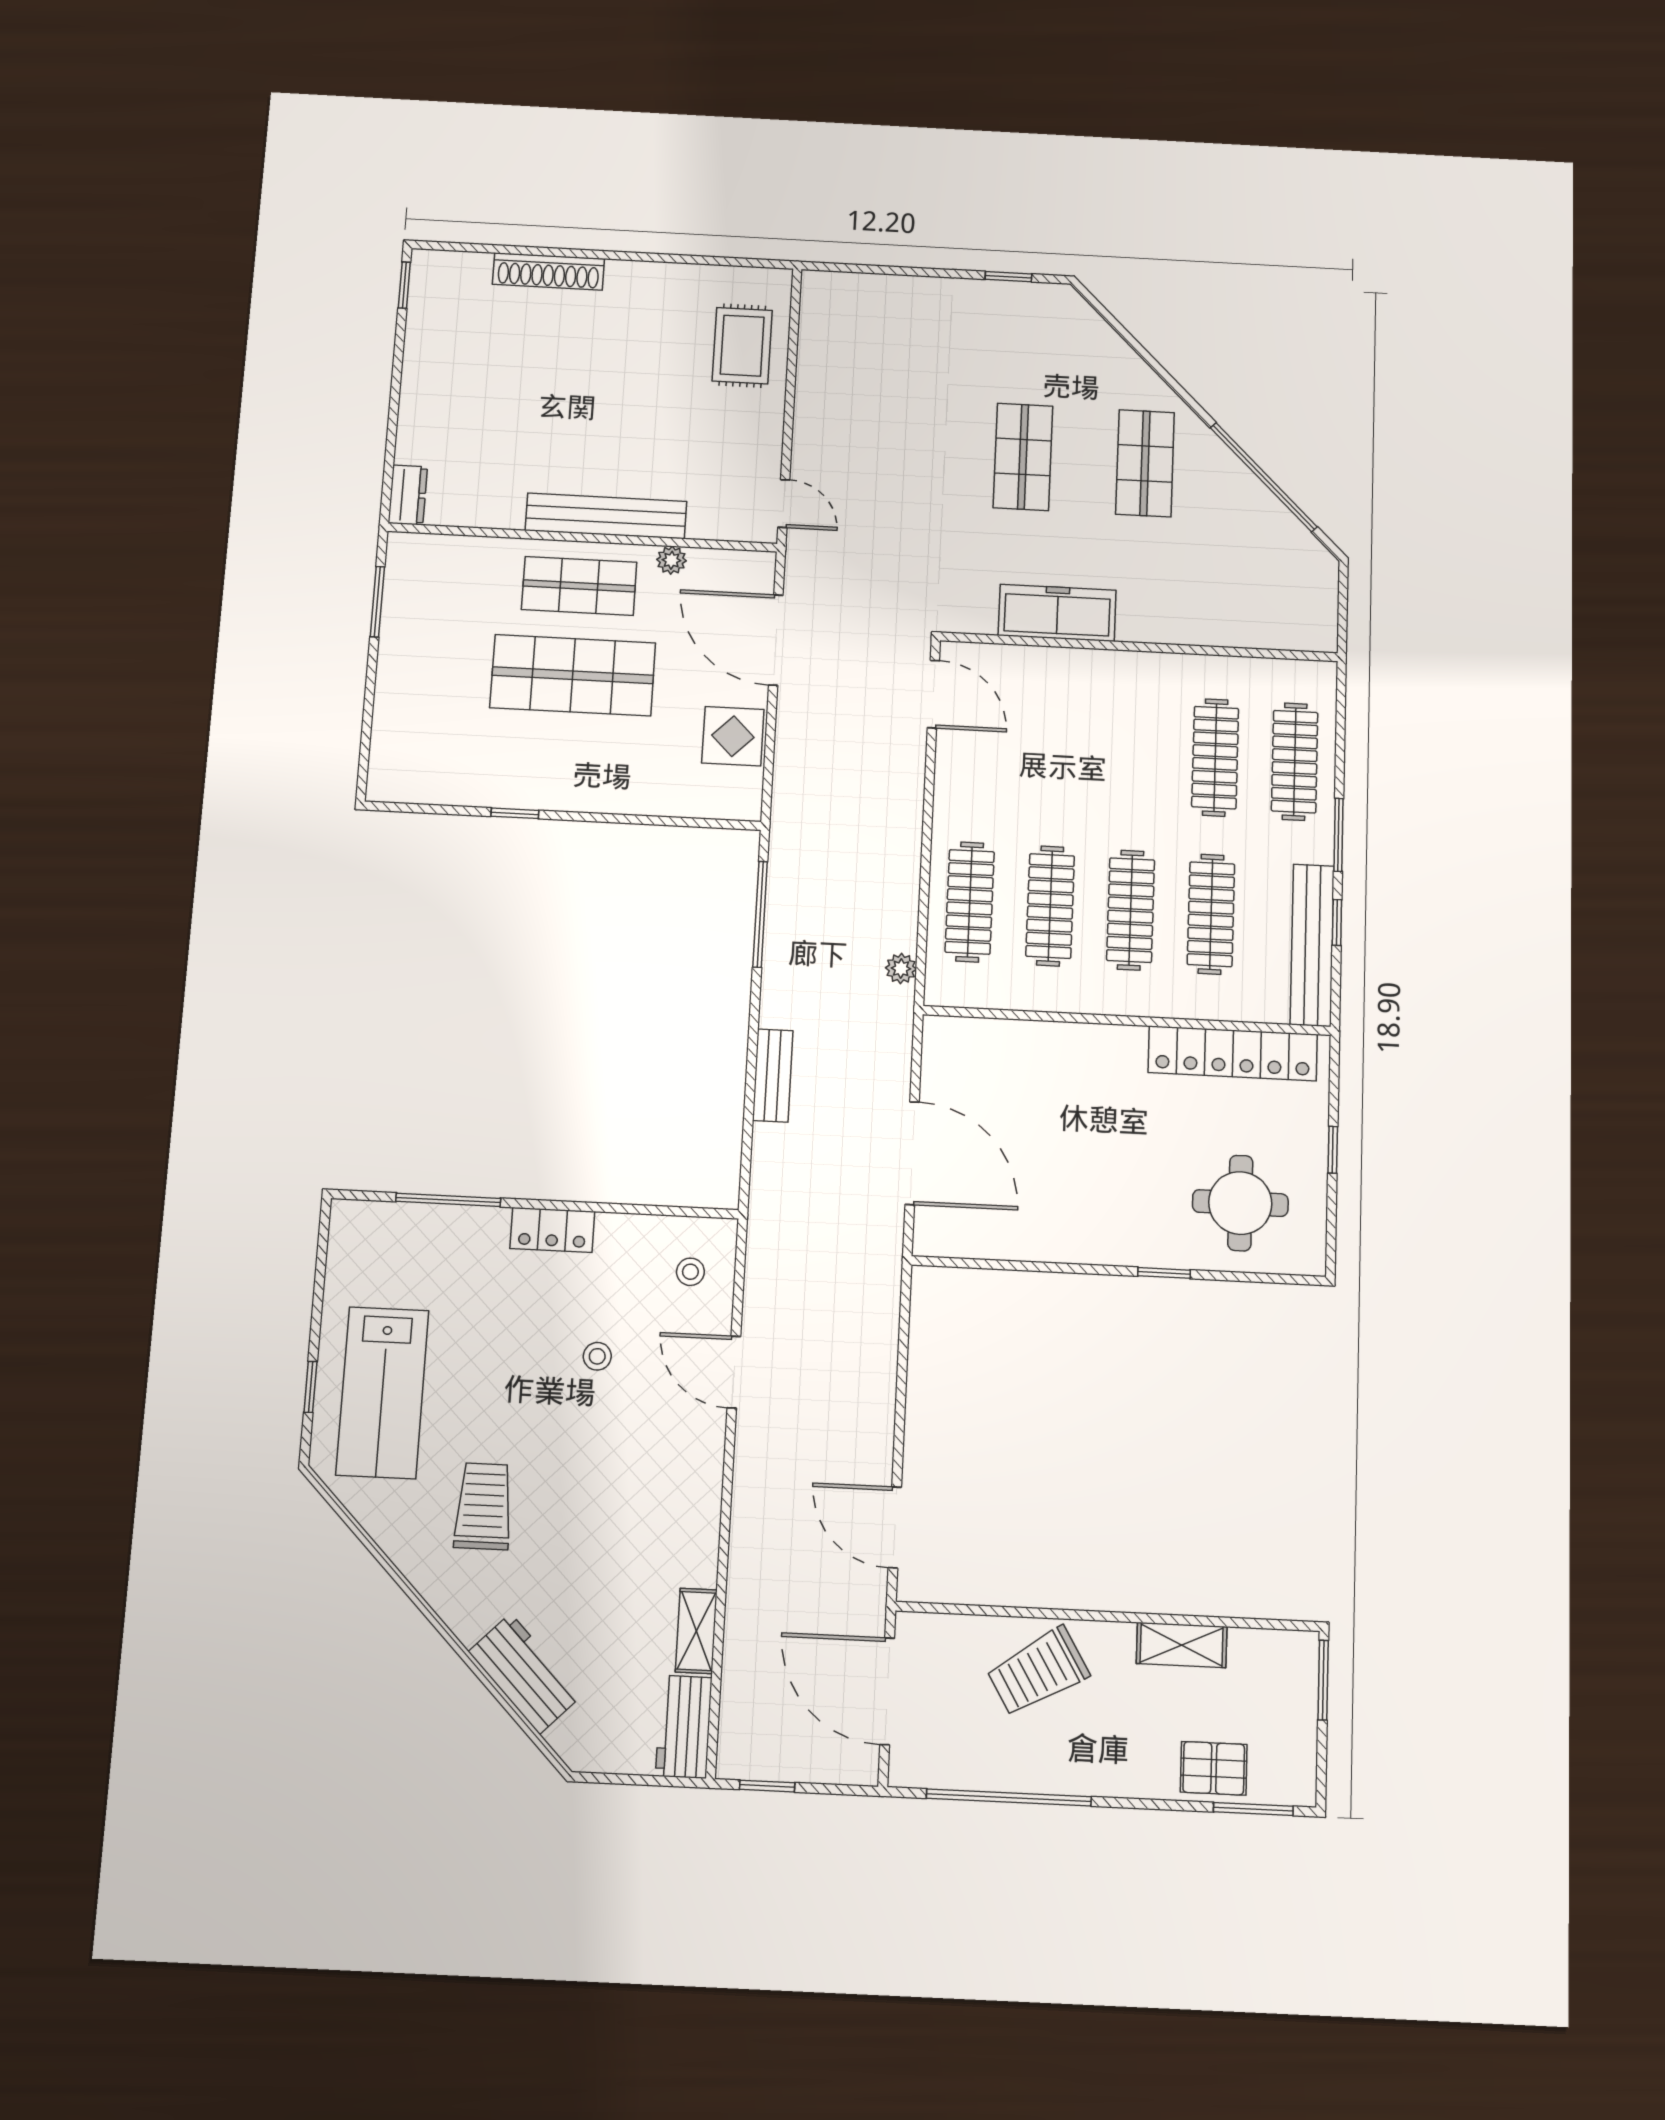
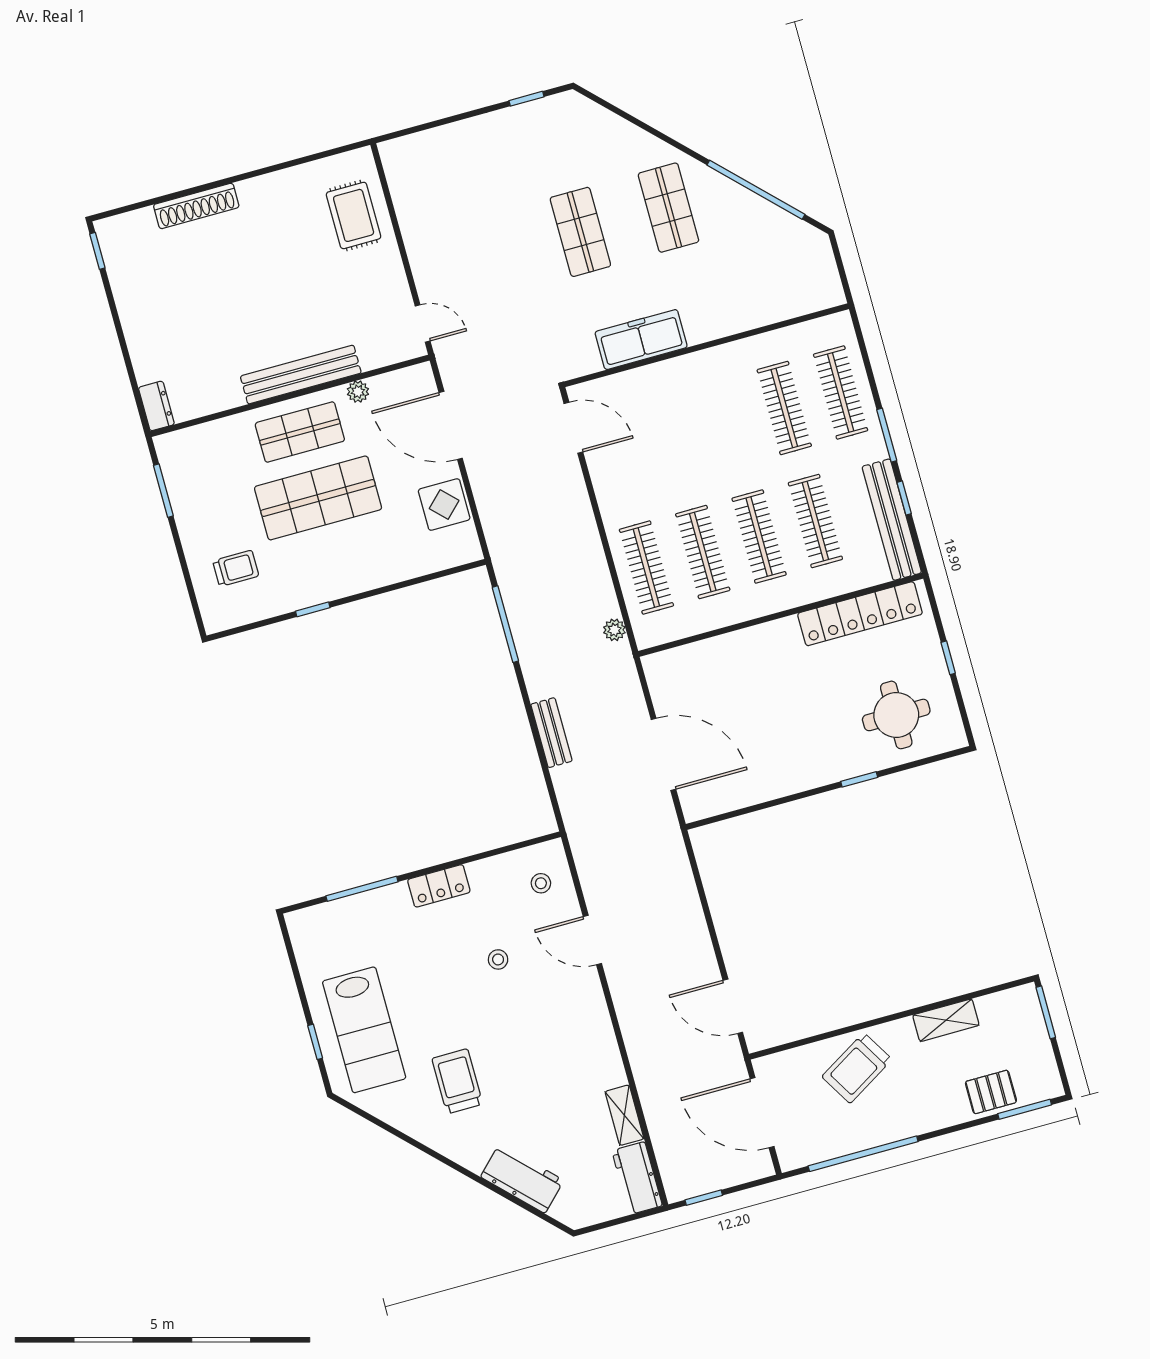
trolley: (434, 729) -> (236, 568), added

